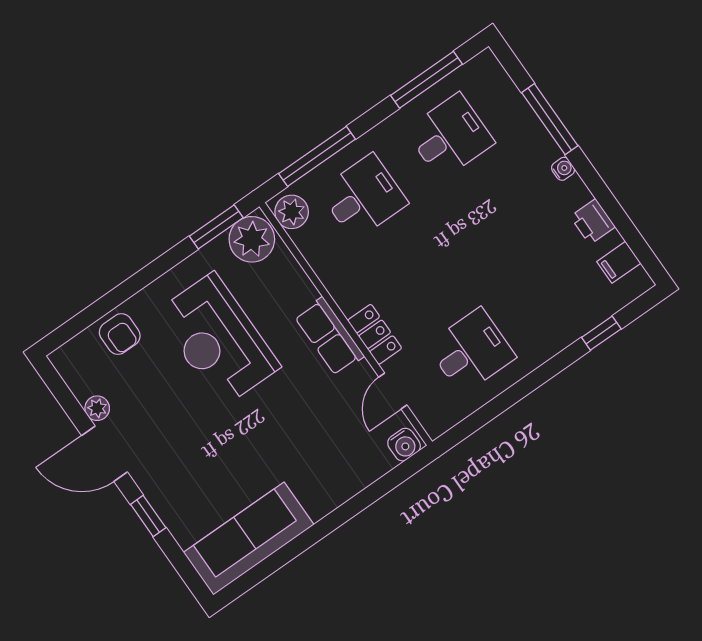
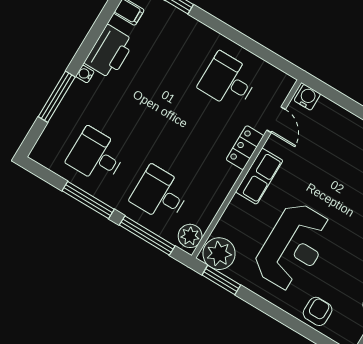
window: (427, 80) -> (88, 200), moved
printer: (593, 222) -> (109, 52), width x1.87, depth x1.48
door: (393, 391) -> (276, 120), hinge flipped

